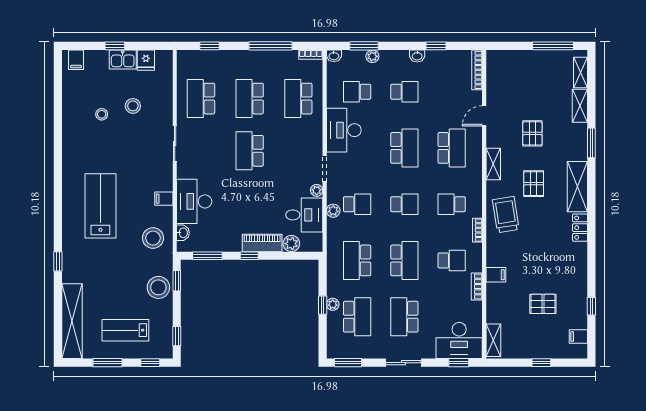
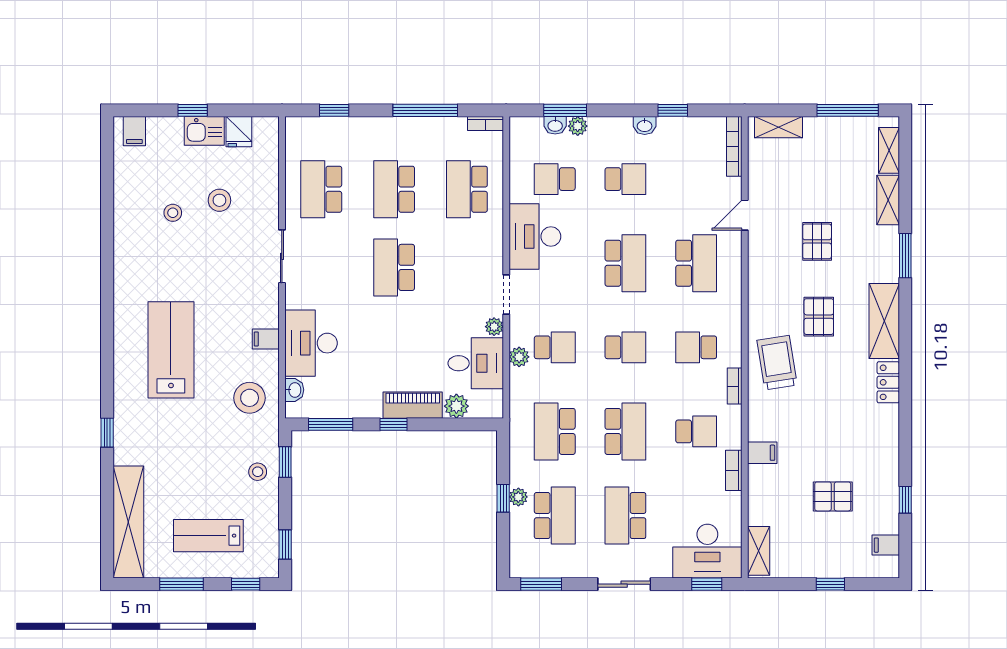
washbasin: (334, 56) -> (555, 125), moved
shelving: (493, 164) -> (778, 127), moved, turned 90
stool: (158, 287) -> (258, 472), width x0.53, depth x0.53

